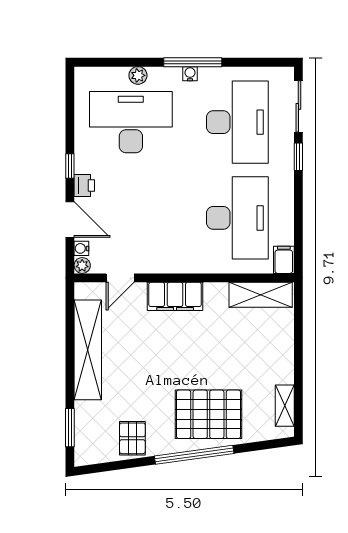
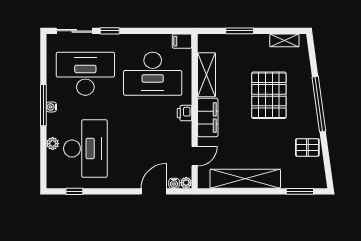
desk: (131, 122) -> (85, 149), turned 180
window: (70, 166) -> (74, 191), moved
printer: (84, 185) -> (185, 113), moved, turned -90
desk: (237, 218) -> (153, 74), turned 180
door: (120, 278) -> (195, 156), hinge flipped
shelving: (261, 295) -> (207, 75), moved
window: (298, 342) -> (240, 31), added
pallet: (209, 414) -> (269, 95), moved

